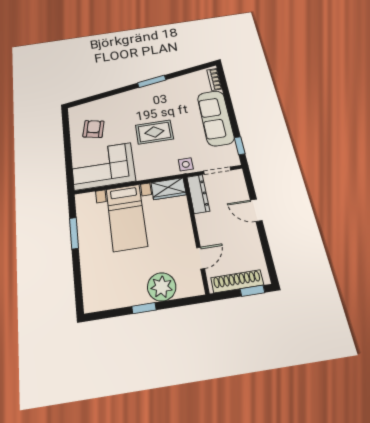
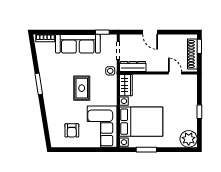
armchair: (93, 129) -> (72, 130), turned -102
door: (256, 210) -> (150, 32), hinge flipped
bed with nightstands: (127, 217) -> (141, 122), width x1.36
plant: (162, 287) -> (189, 139), moved

